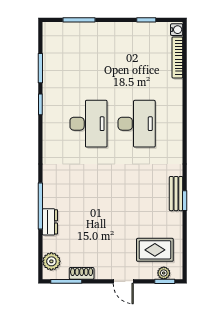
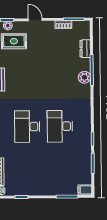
filing cabinet: (52, 29) -> (85, 190), added
dresser: (50, 222) -> (85, 49), moved
plant: (51, 261) -> (84, 77), moved

